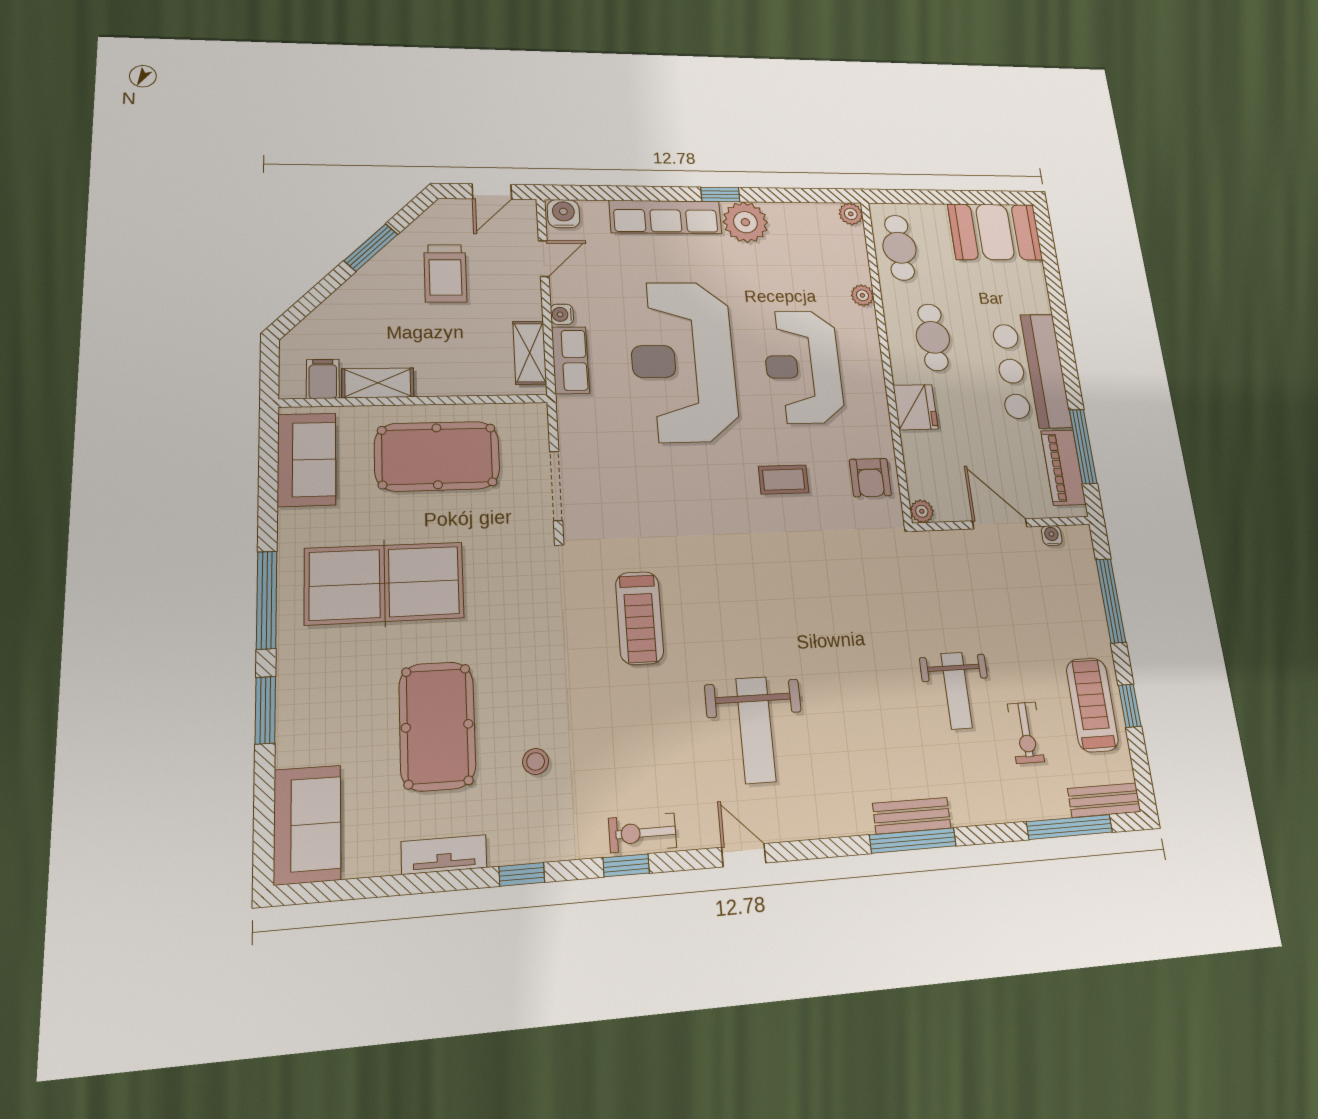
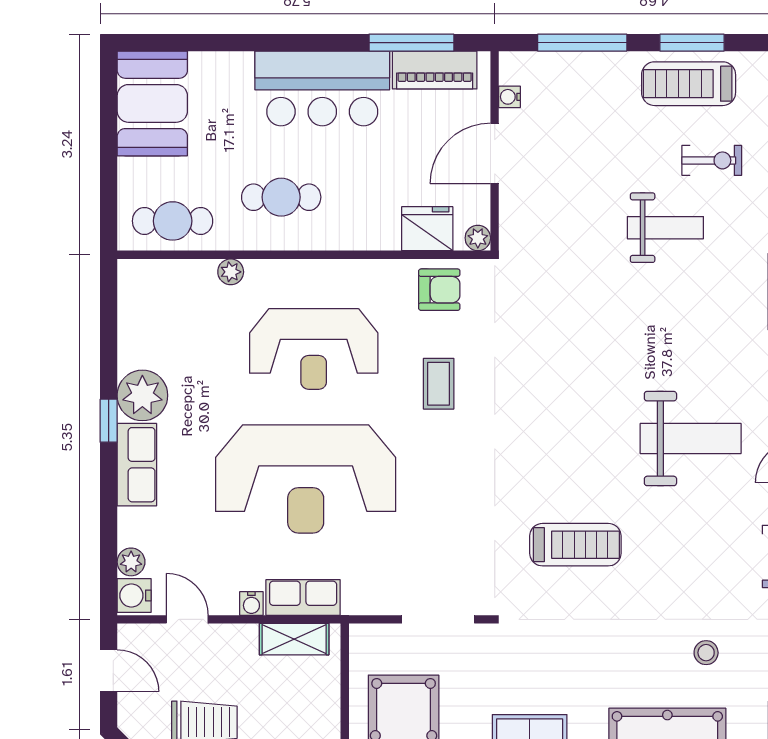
plant: (851, 214) -> (131, 562), moved
row of seats: (666, 217) -> (137, 465), width x0.68
fridge: (916, 407) -> (427, 229), moved
window: (1130, 706) -> (692, 43), width x1.50

